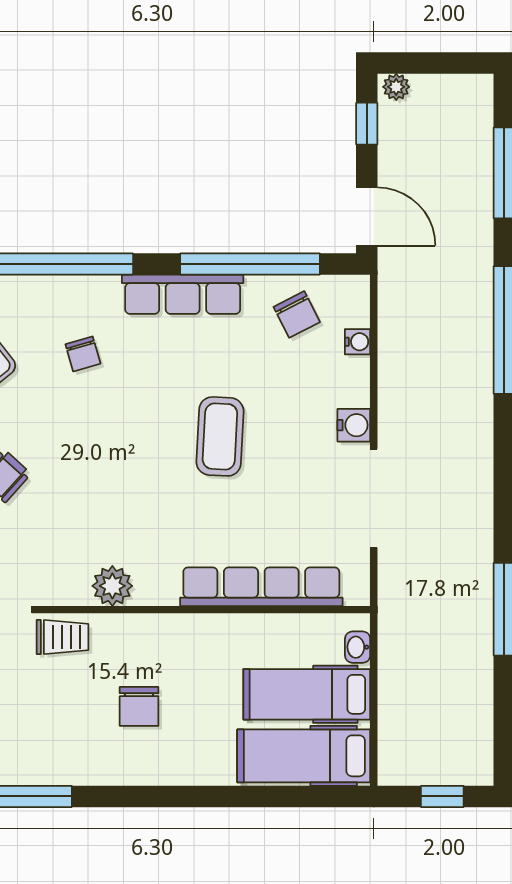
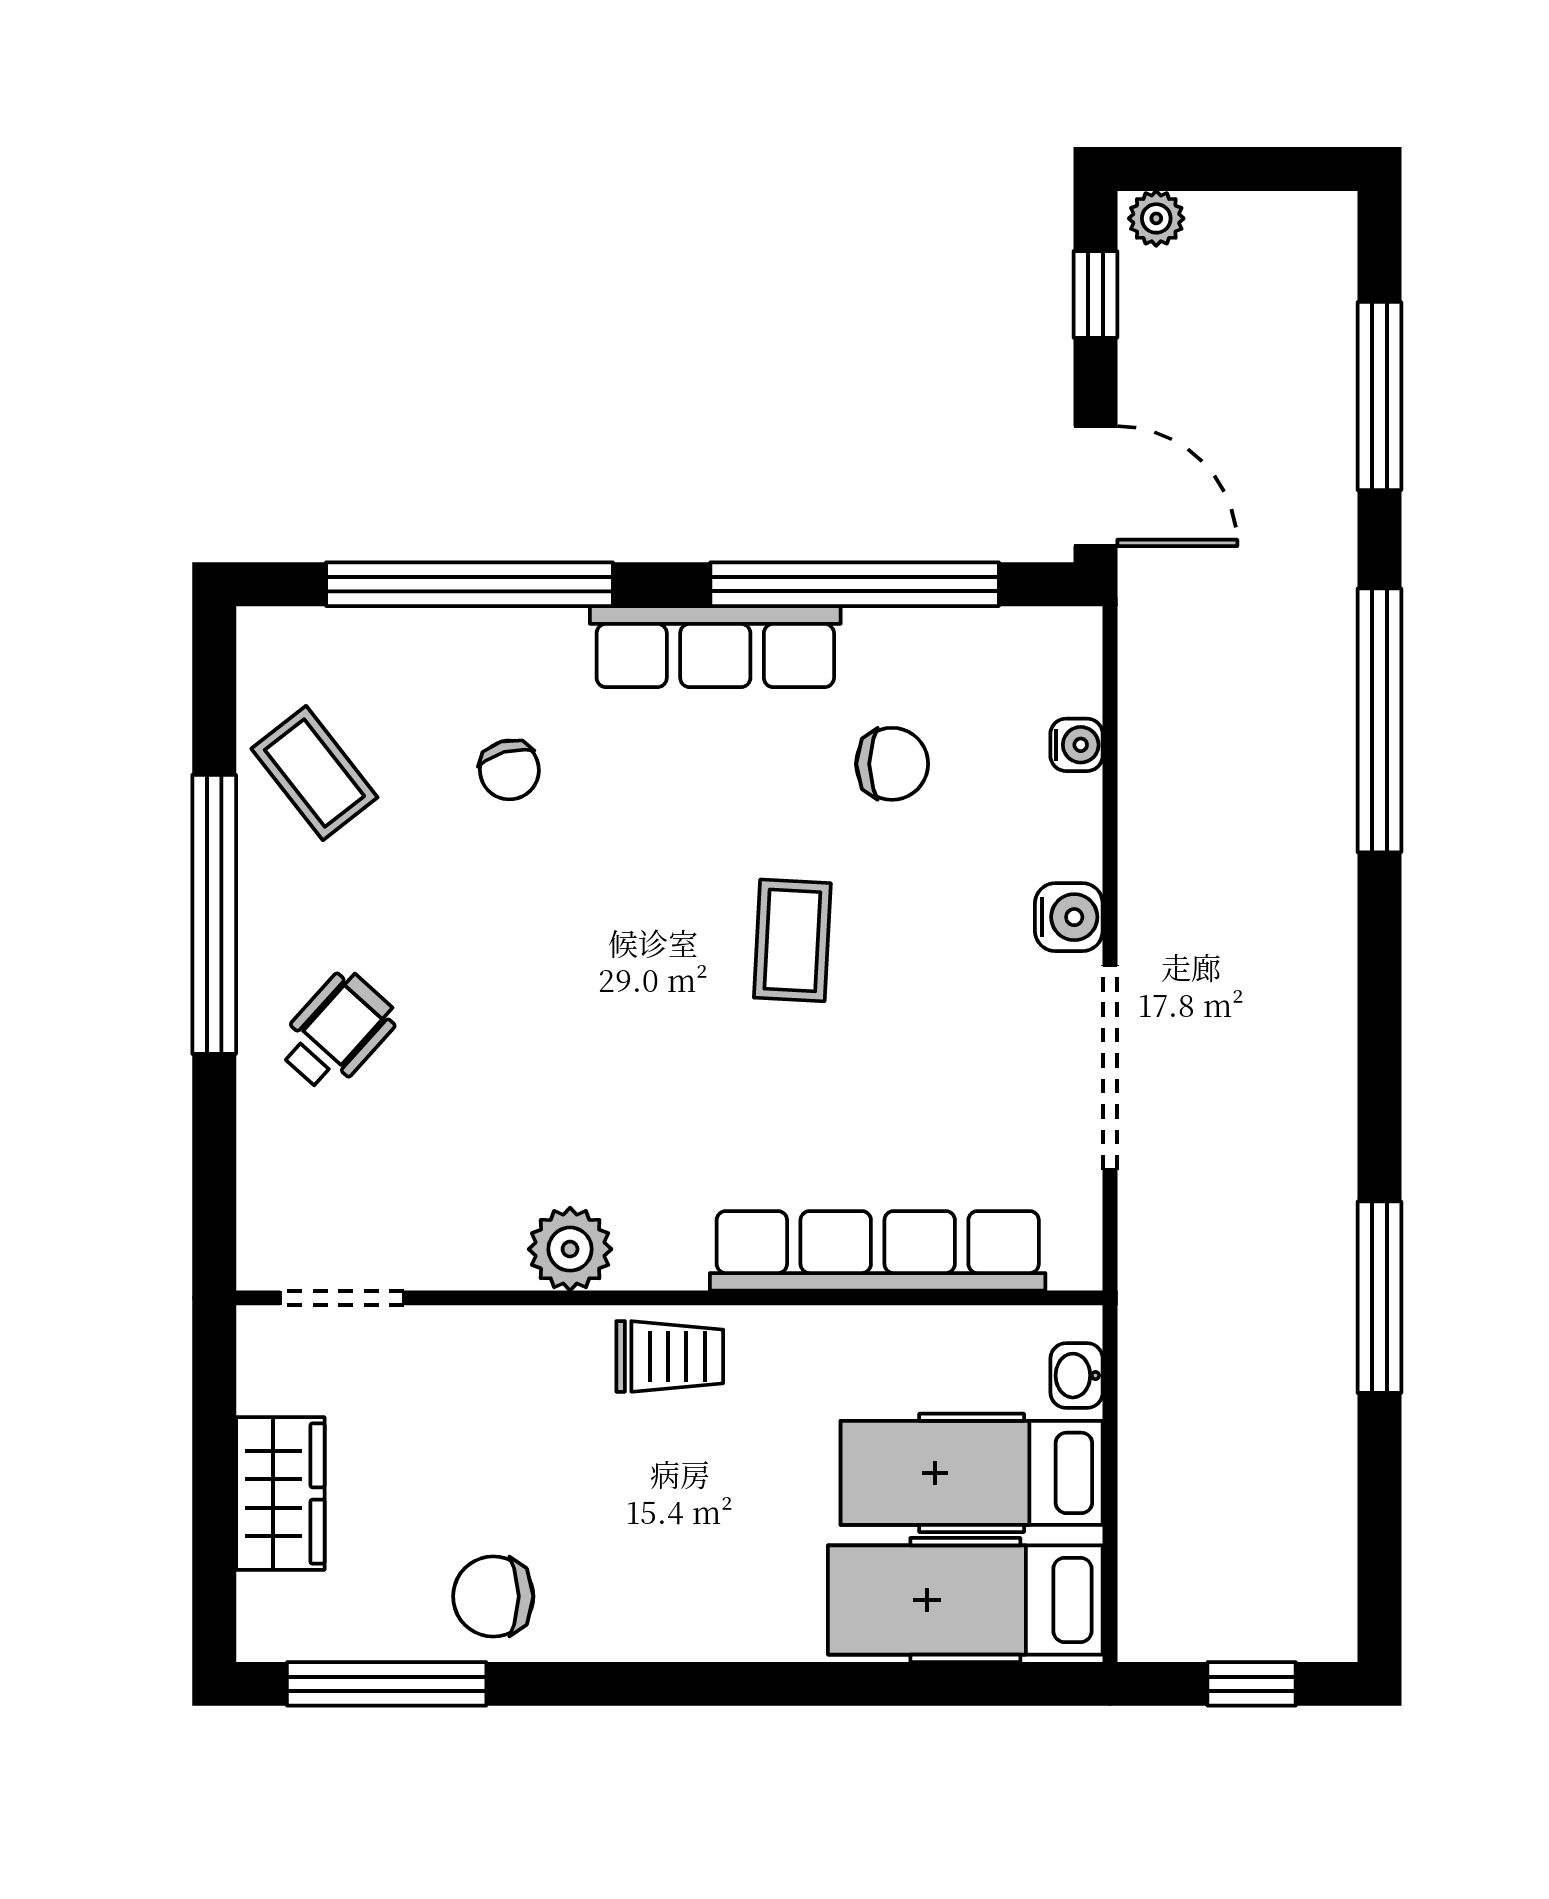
chair: (297, 314) -> (892, 764), moved, turned -63
coffee table: (220, 436) -> (792, 940), width x0.73, depth x0.77
trolley: (63, 637) -> (670, 1356), moved
chair: (139, 706) -> (493, 1596), moved, turned 90

